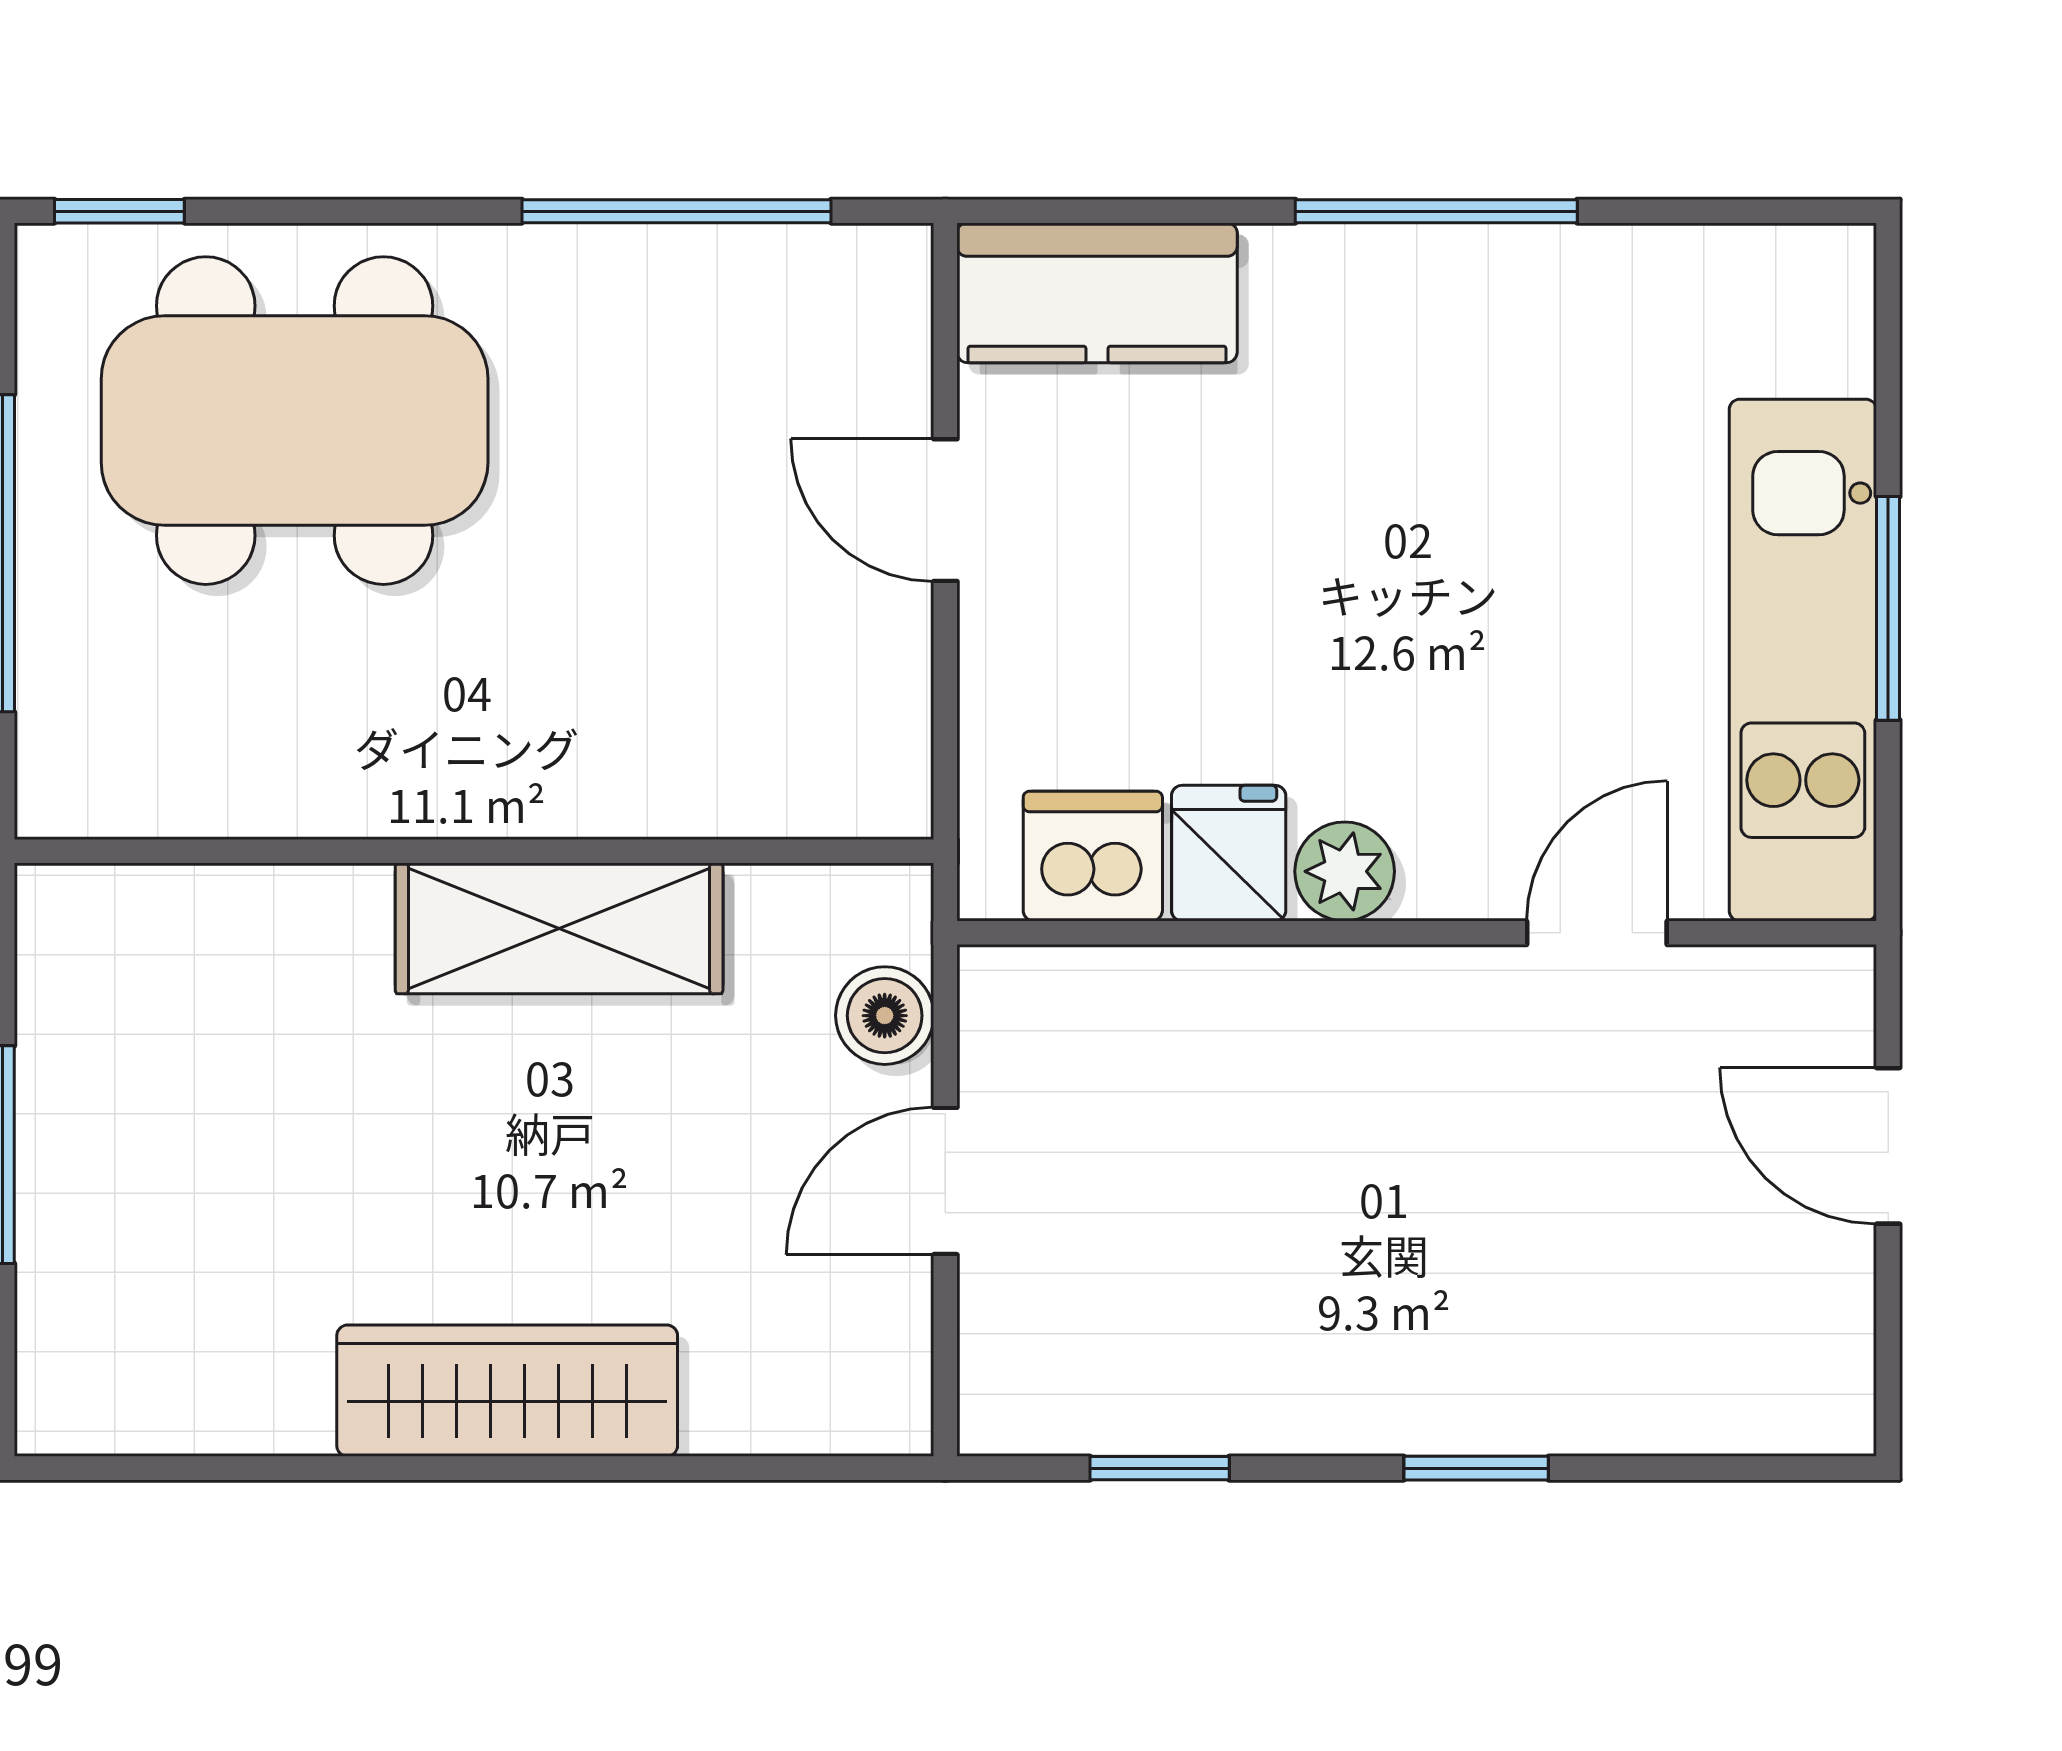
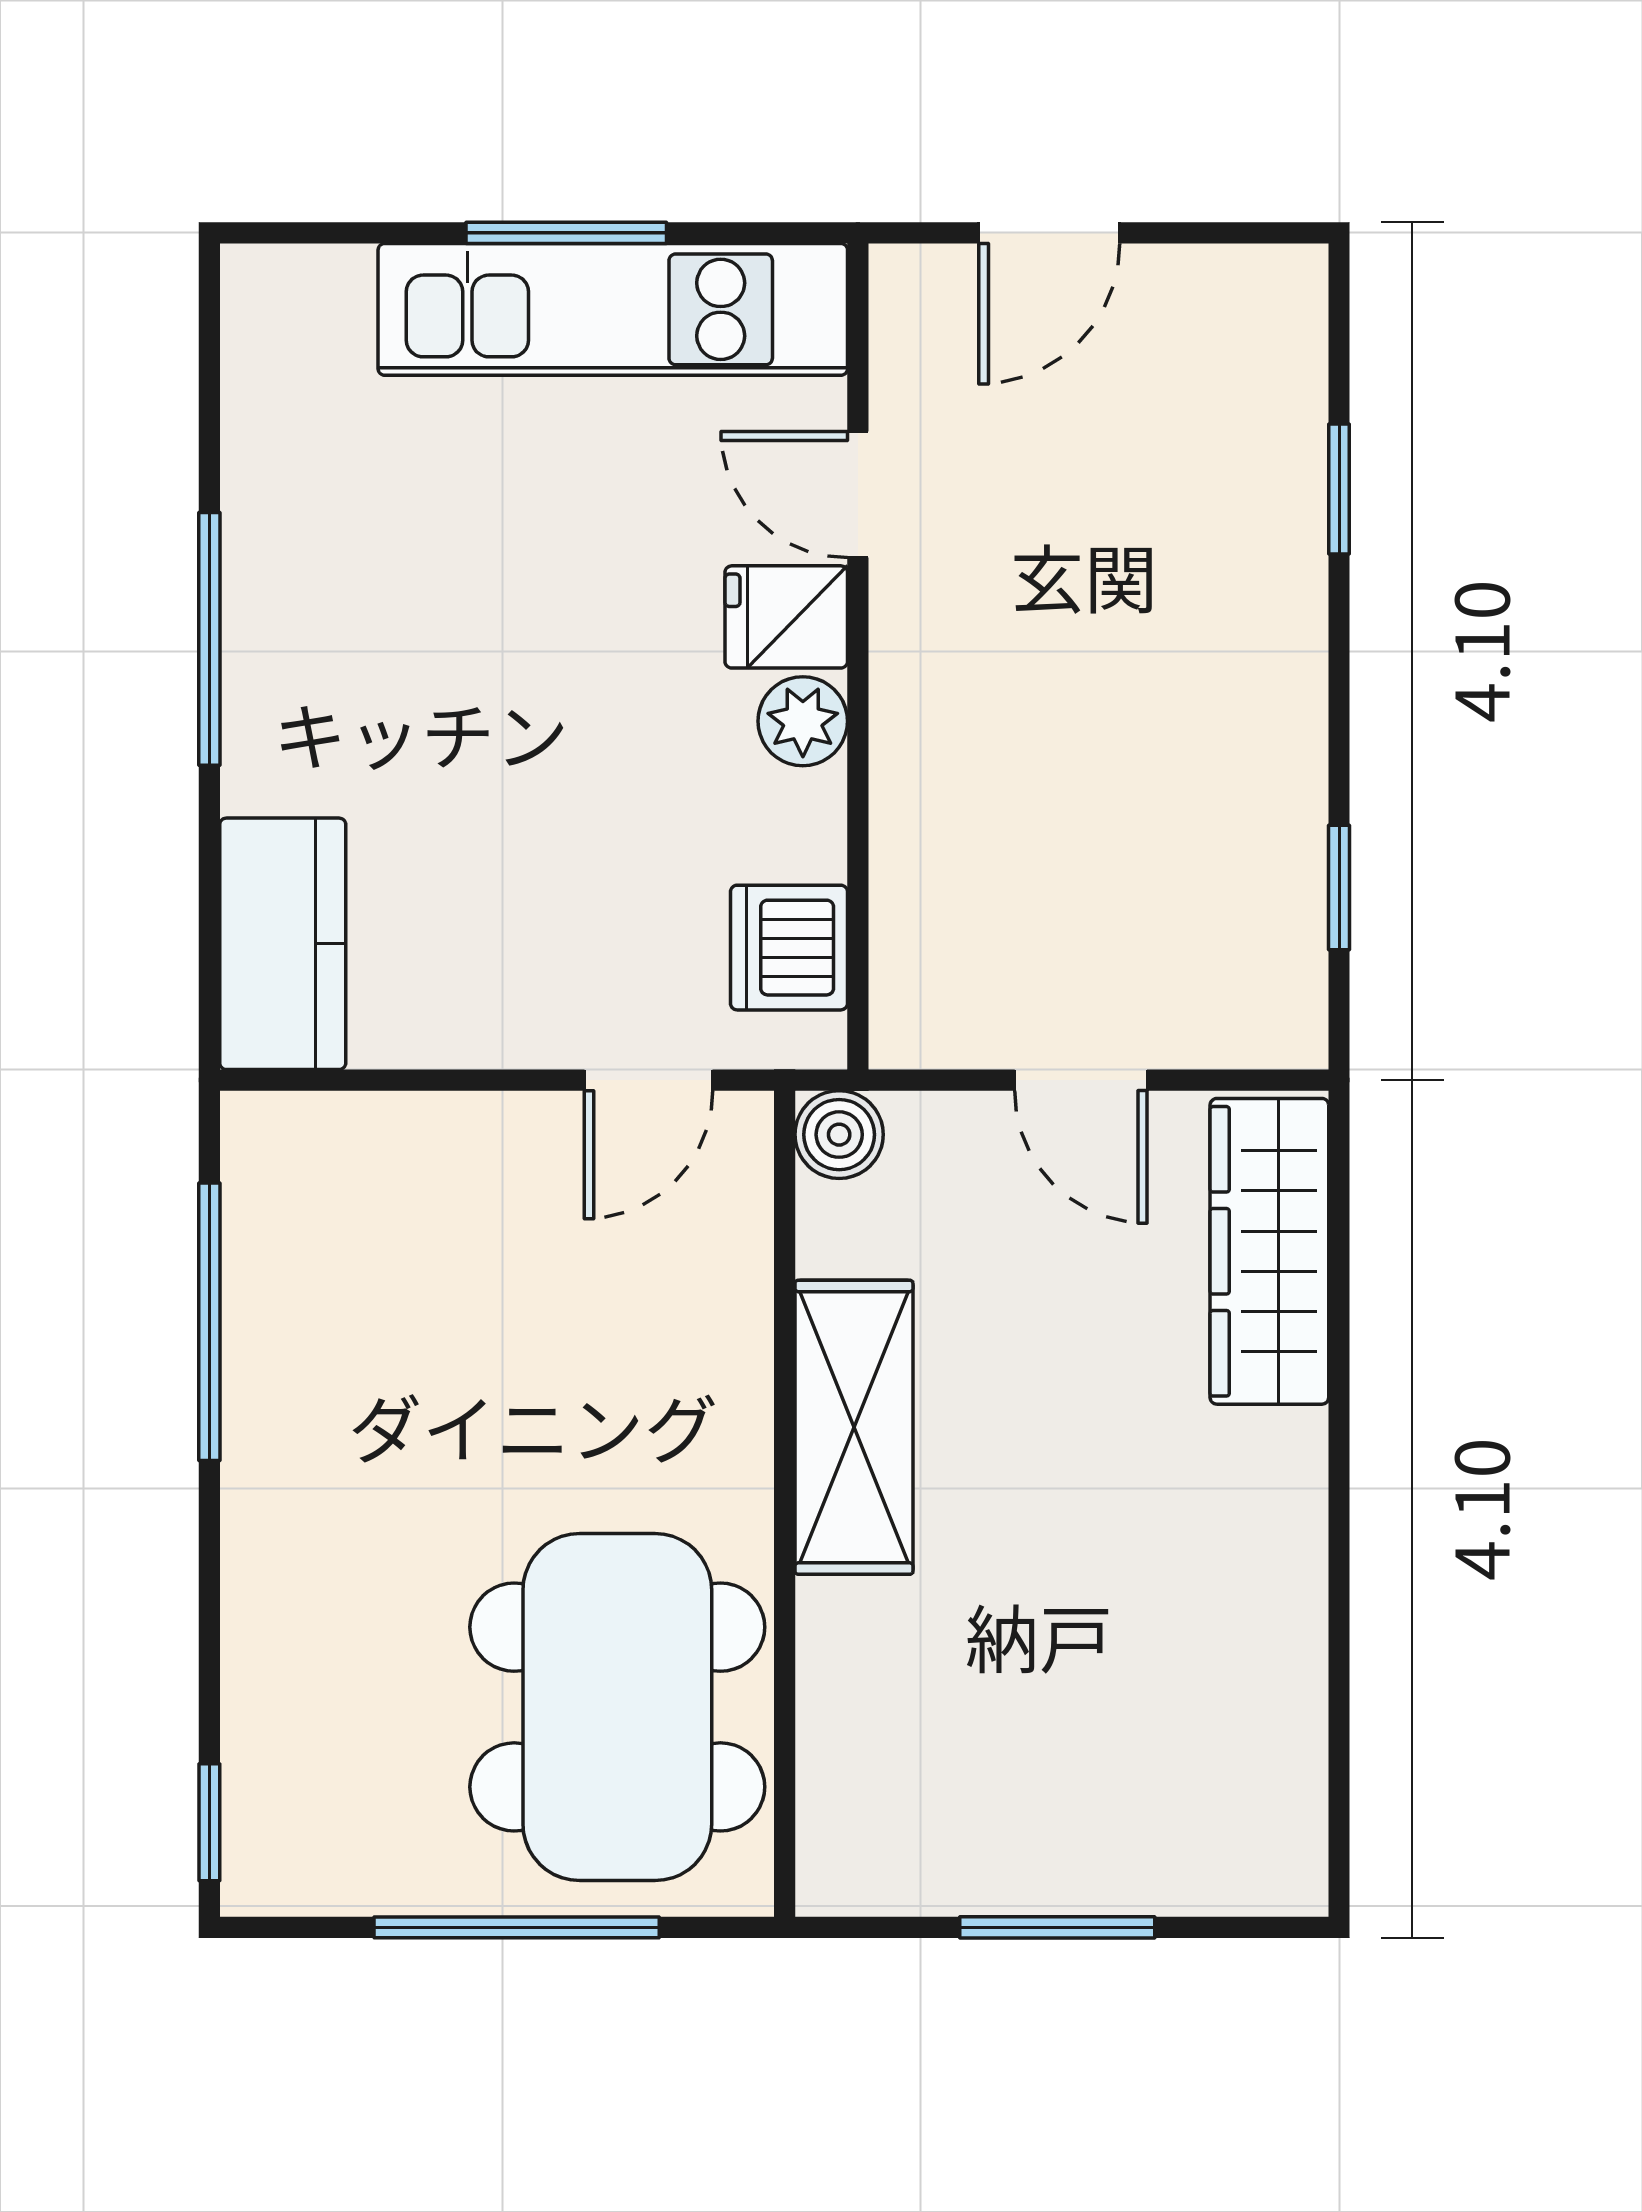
dining table: (295, 421) -> (617, 1707), moved
door: (945, 510) -> (648, 1080), moved
fridge: (1229, 853) -> (786, 617), moved
boiler: (885, 1016) -> (839, 1135), moved
wardrobe: (507, 1391) -> (1269, 1251), moved
window: (1476, 1468) -> (1339, 489), moved

